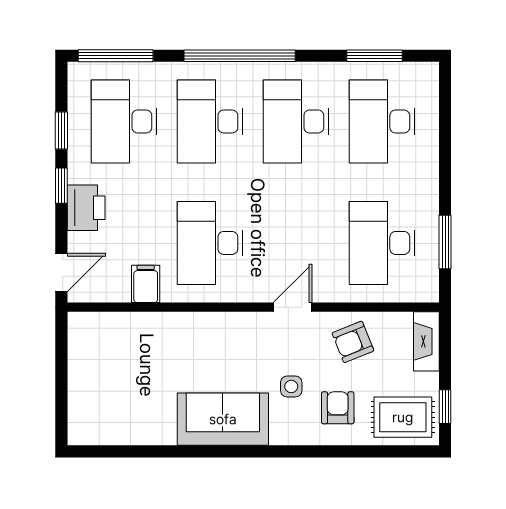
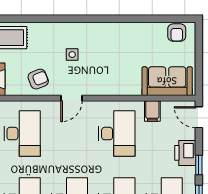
door: (61, 273) -> (199, 117), hinge flipped
armchair: (338, 408) -> (177, 33), moved
sofa: (223, 419) -> (167, 81), moved, turned 180

